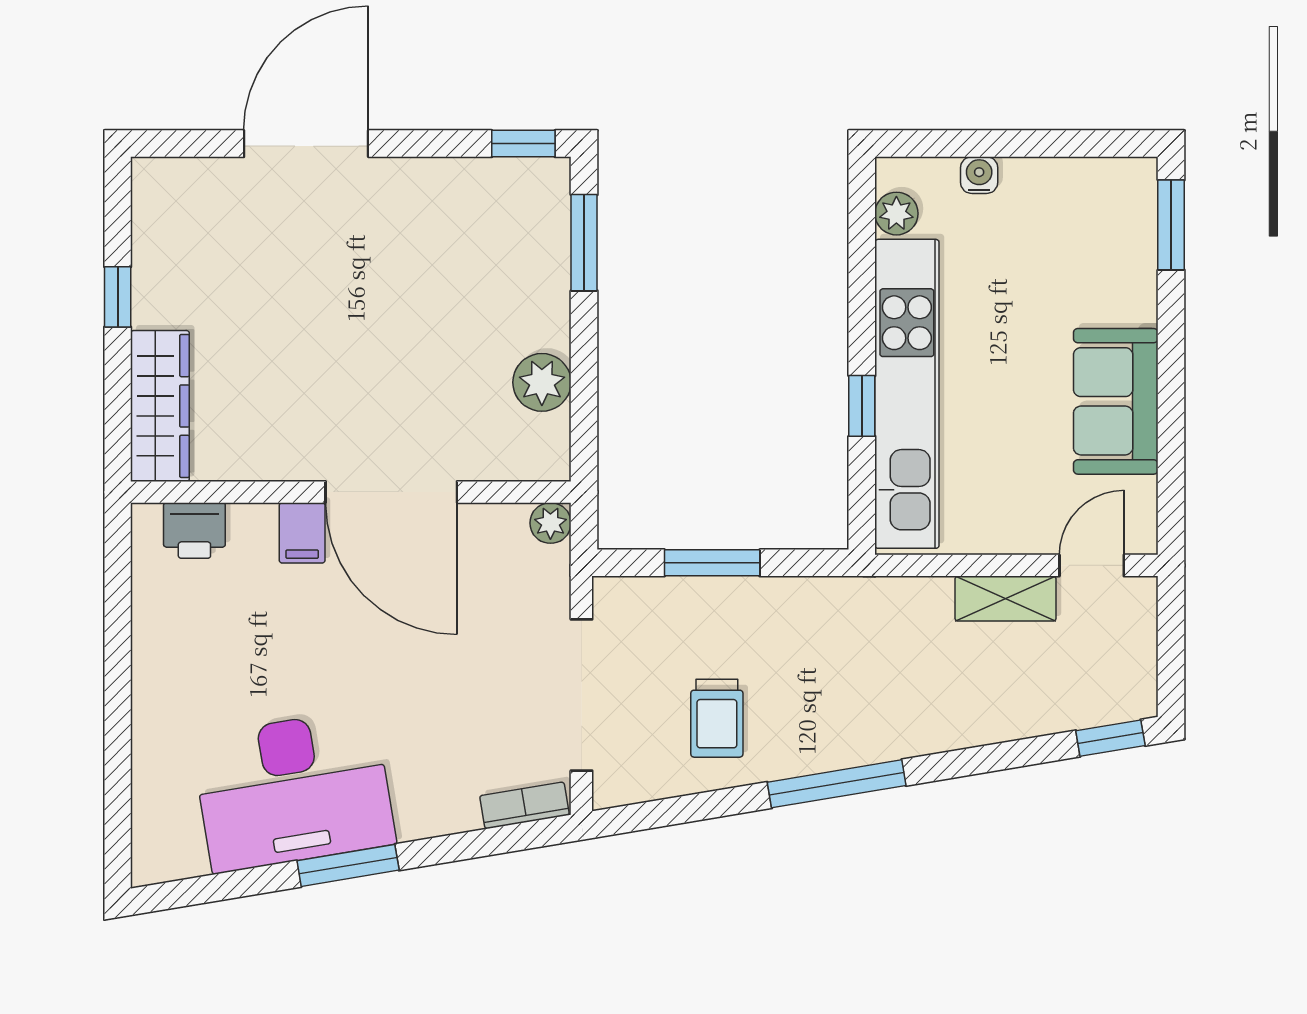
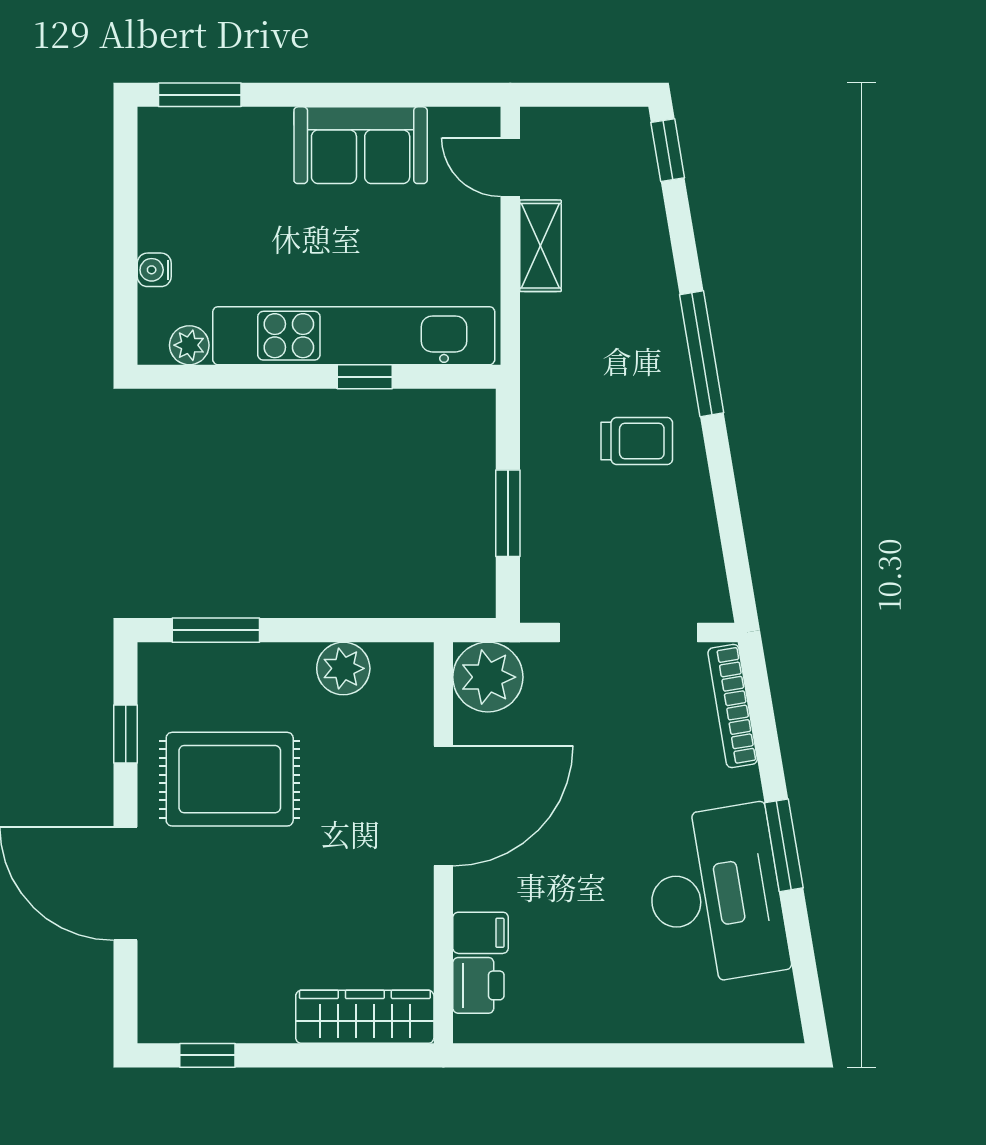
window: (523, 144) -> (126, 734), moved
rug: (421, 258) -> (230, 779), added
window: (118, 297) -> (207, 1055), moved
plant: (550, 523) -> (488, 677), width x1.88, depth x1.88
filing cabinet: (302, 533) -> (481, 933), moved
trolley: (717, 718) -> (637, 441), moved
window: (837, 784) -> (702, 354), moved
bookcase: (524, 805) -> (733, 706), width x1.56

